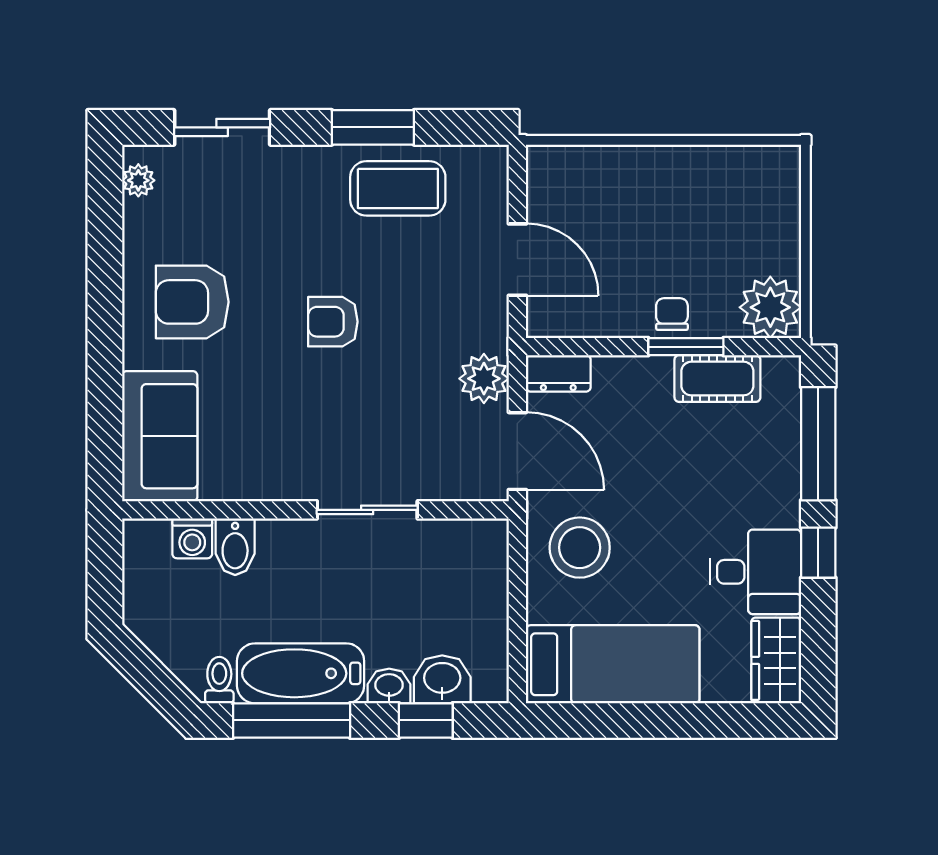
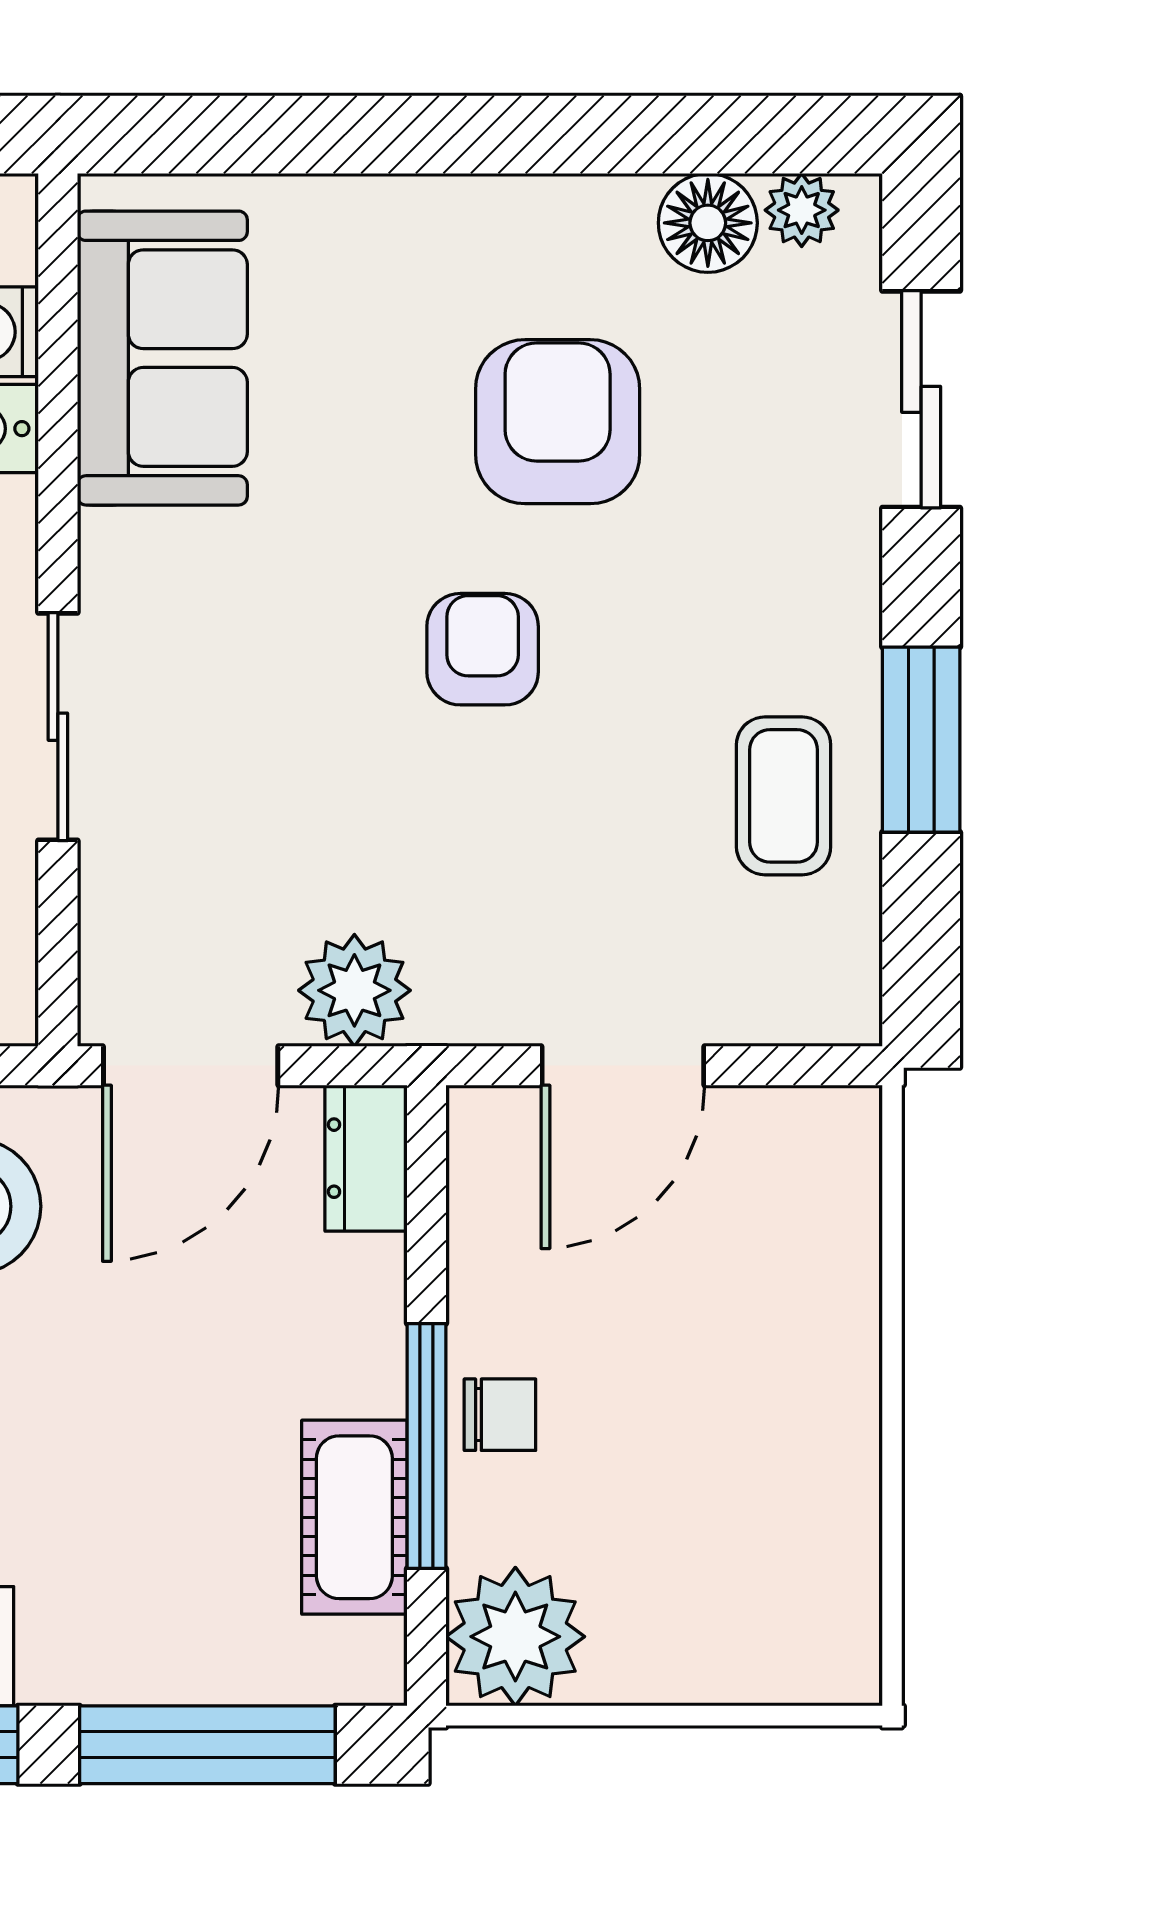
coffee table: (398, 188) -> (784, 796), width x0.73, depth x0.77
floor lamp: (144, 222) -> (708, 223), added
armchair: (192, 302) -> (558, 422), moved
window: (686, 347) -> (426, 1446), width x1.44
sofa: (160, 436) -> (162, 358), moved, turned -90

